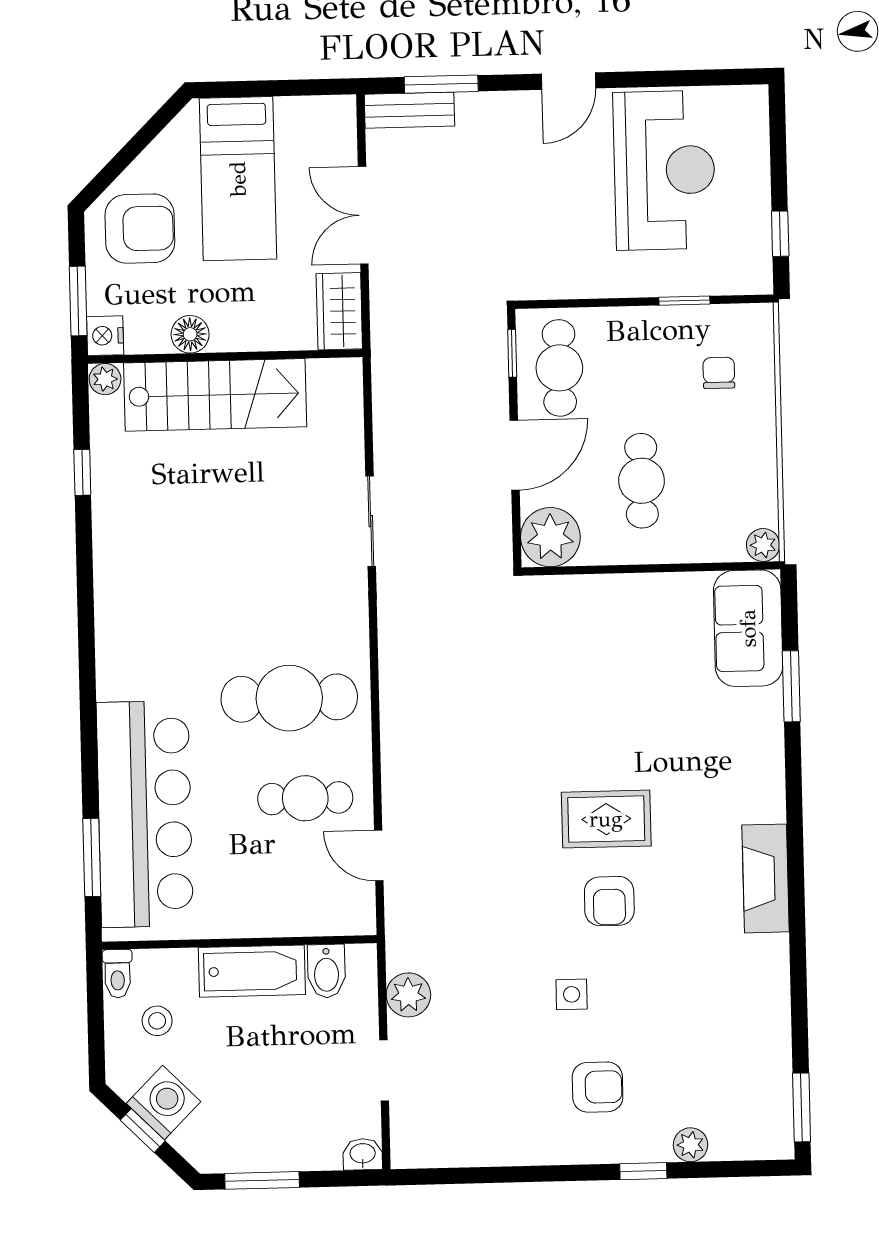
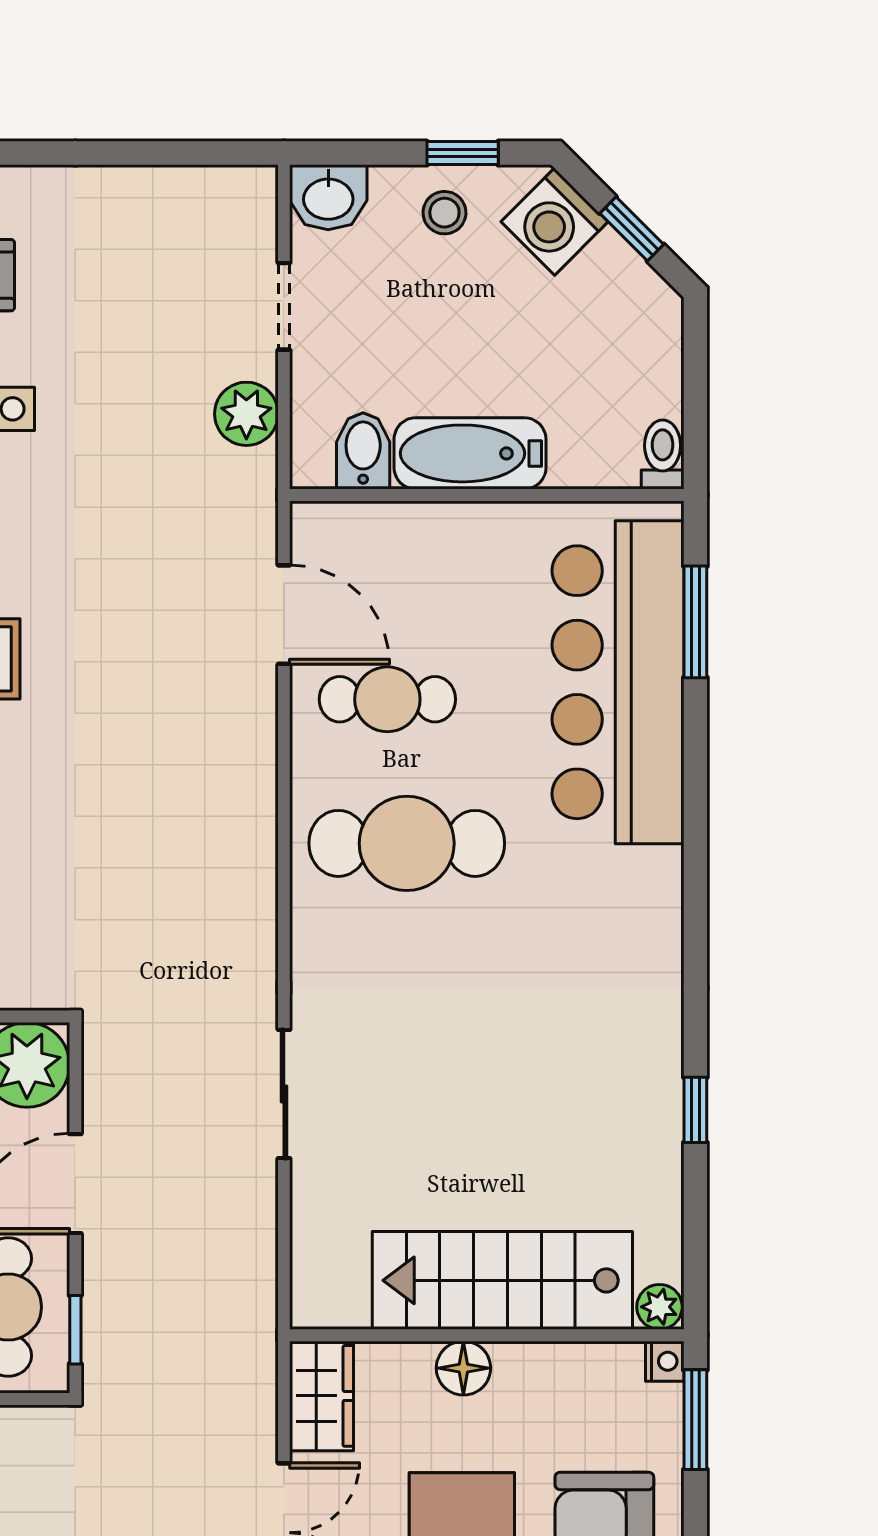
floor lamp: (190, 334) -> (463, 1368), moved
nightstand: (105, 336) -> (665, 1361), width x0.72, depth x0.74
window: (82, 472) -> (695, 1110), moved
door: (379, 855) -> (284, 615), width x1.38
stool: (157, 1021) -> (444, 213), moved
washing machine: (163, 1102) -> (555, 222), moved
washbasin: (363, 1154) -> (328, 197), width x1.38, depth x1.45
window: (262, 1180) -> (463, 153), width x0.67

